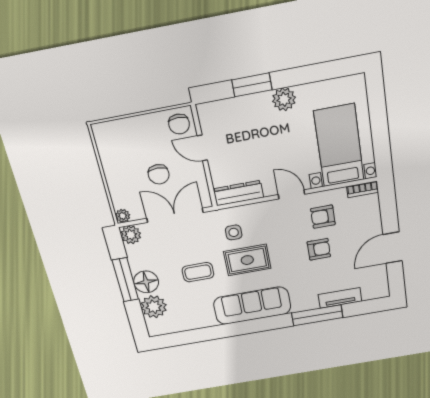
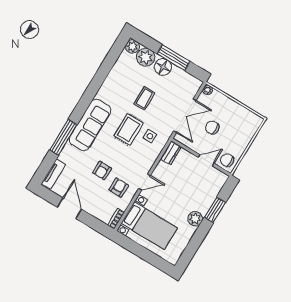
dresser: (238, 193) -> (171, 153), width x0.70
plant: (131, 235) -> (132, 47), moved
tv unit: (340, 298) -> (53, 174), moved
sofa: (252, 306) -> (90, 125), moved

